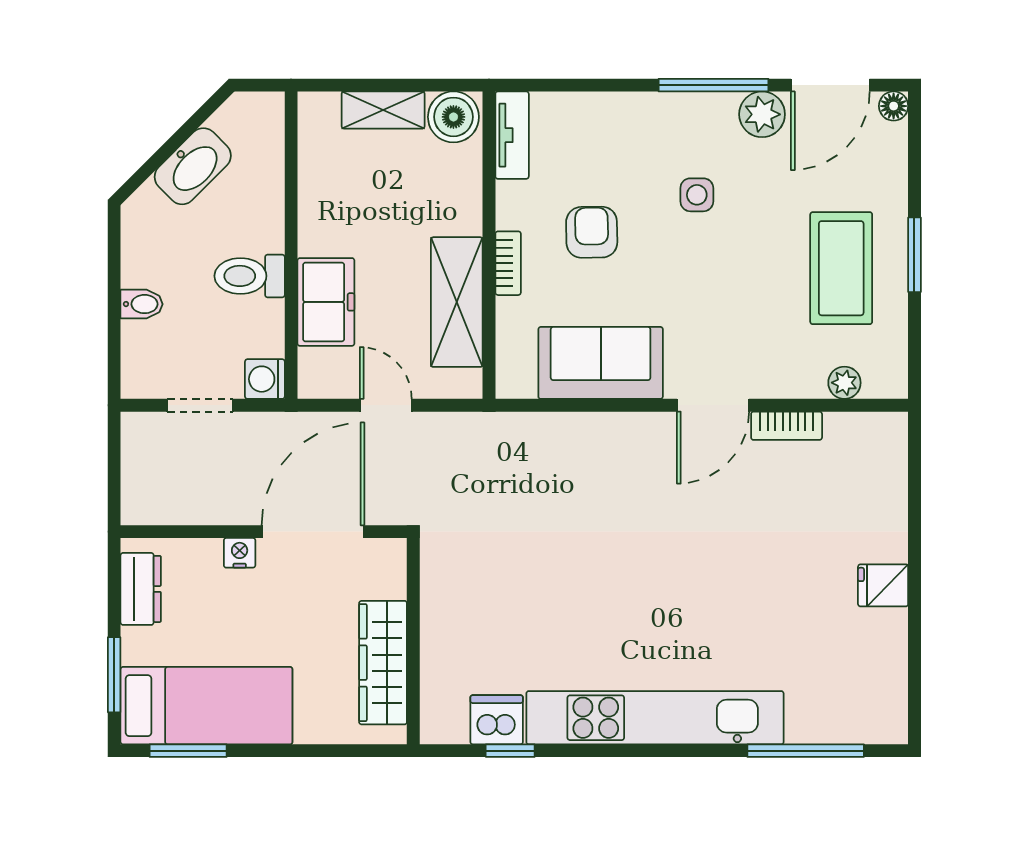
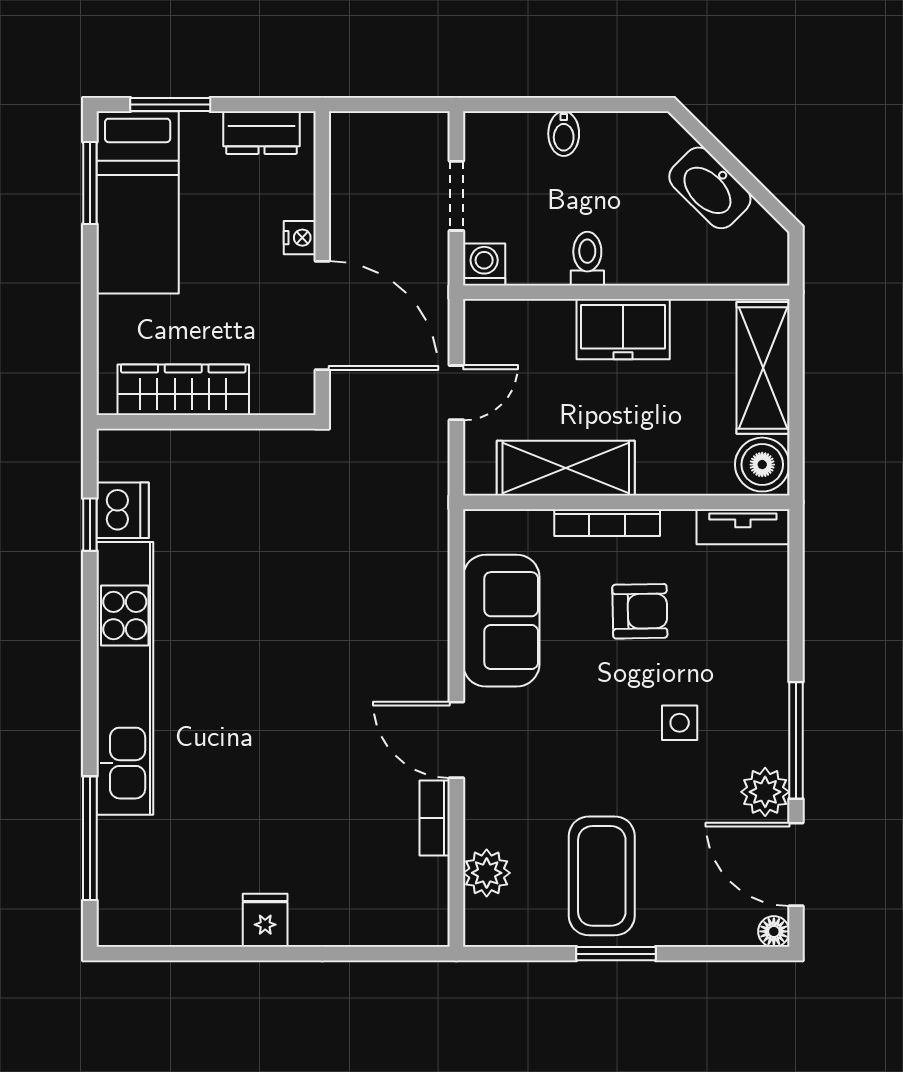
shelving: (383, 110) -> (763, 368), width x1.50, depth x1.33
bookcase: (508, 263) -> (607, 523), width x1.56
coffee table: (841, 268) -> (602, 876), turned 90
toilet: (250, 276) -> (587, 259), width x0.73, depth x0.72
freezer: (326, 302) -> (623, 329), moved
plant: (844, 383) -> (487, 873), width x1.38, depth x1.38

